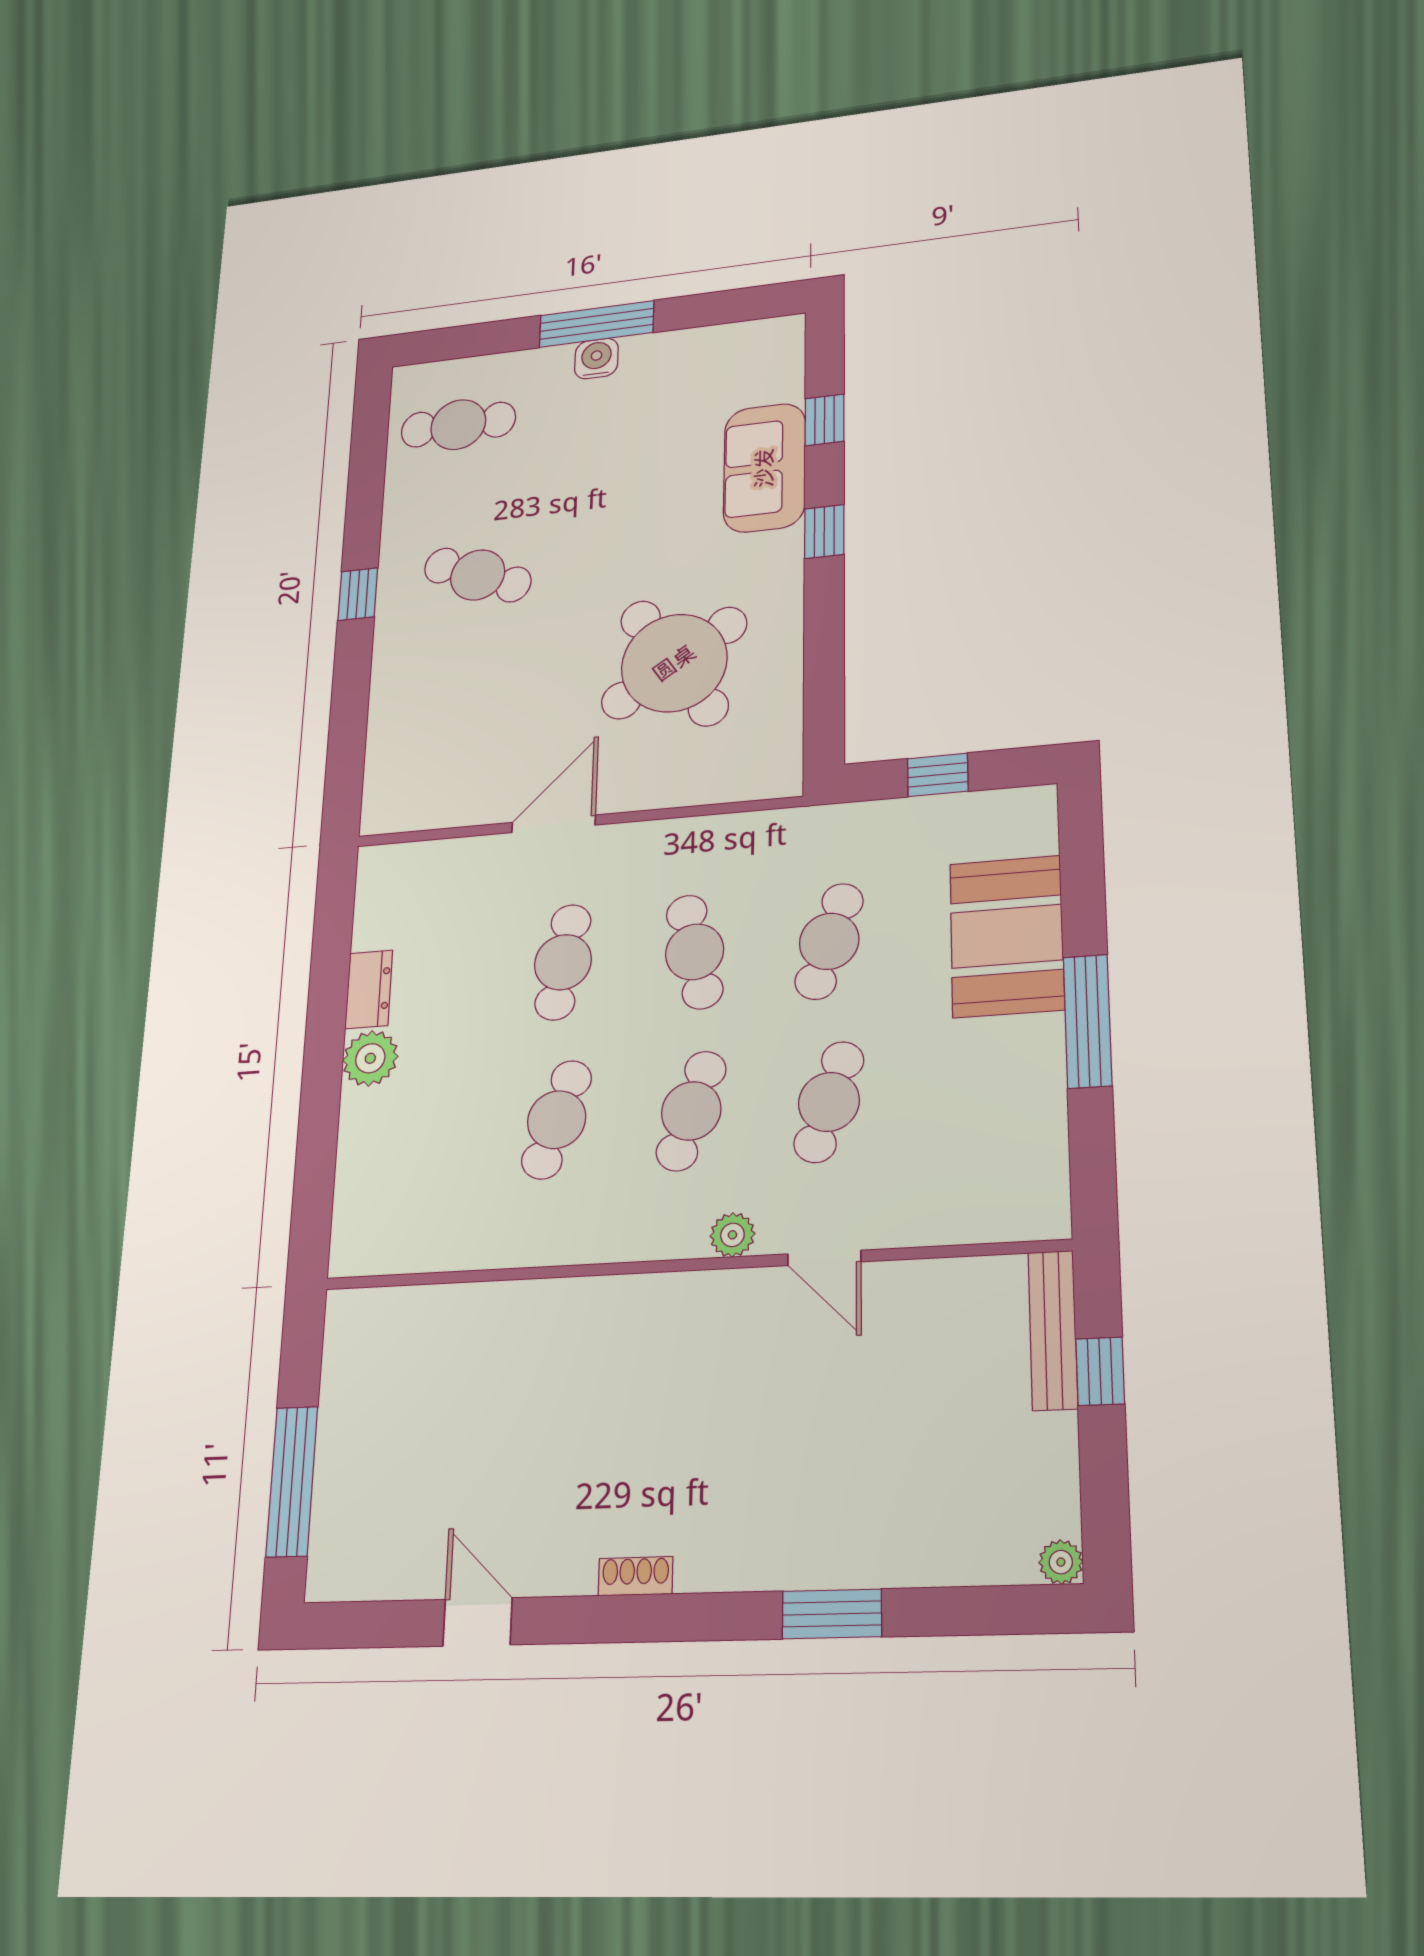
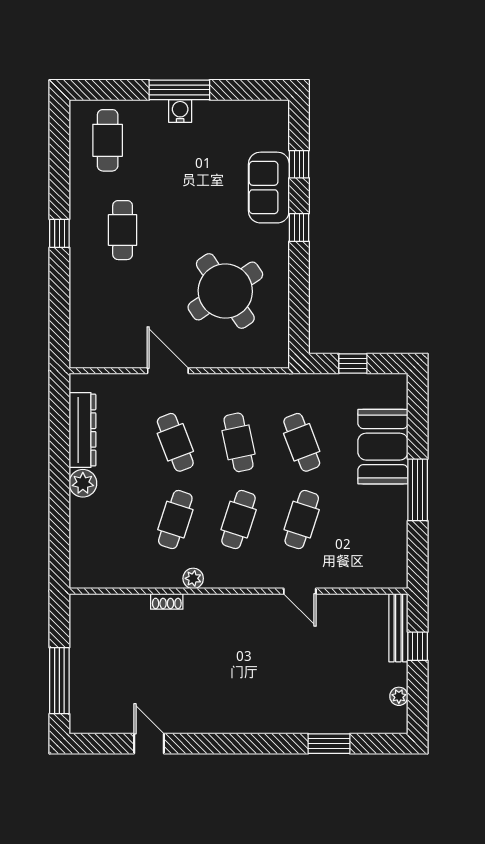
cafe table: (458, 425) -> (108, 140), turned 90
cafe table: (478, 575) -> (123, 230), turned 68
door: (554, 824) -> (168, 371), hinge flipped
cafe table: (829, 941) -> (302, 442), turned -39
cafe table: (563, 962) -> (175, 442), turned -30
dresser: (369, 989) -> (82, 430), width x1.96, depth x1.24
plant: (732, 1235) -> (193, 578), moved
plant: (1061, 1562) -> (399, 696), moved
shoe rack: (636, 1576) -> (167, 601), moved, turned 180
window: (832, 1614) -> (329, 744), moved

